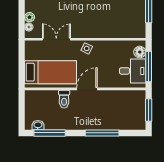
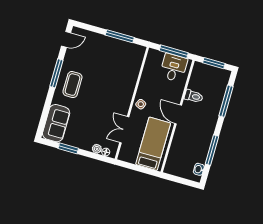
floor lamp: (140, 52) -> (158, 56), removed
toilet: (64, 99) -> (194, 96), moved
window: (50, 133) -> (212, 150), moved
window: (102, 133) -> (226, 101), moved

